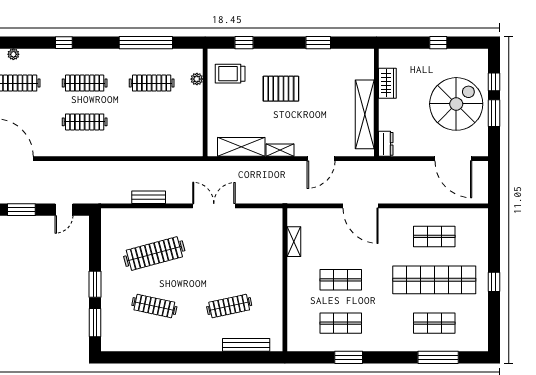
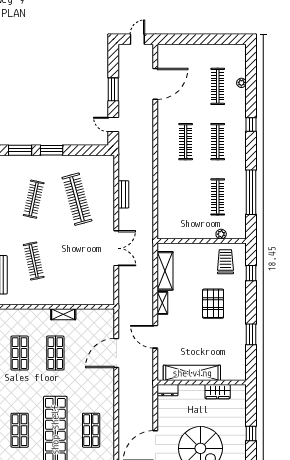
door: (361, 206) -> (116, 353), moved
shelving: (294, 242) -> (63, 314), moved

